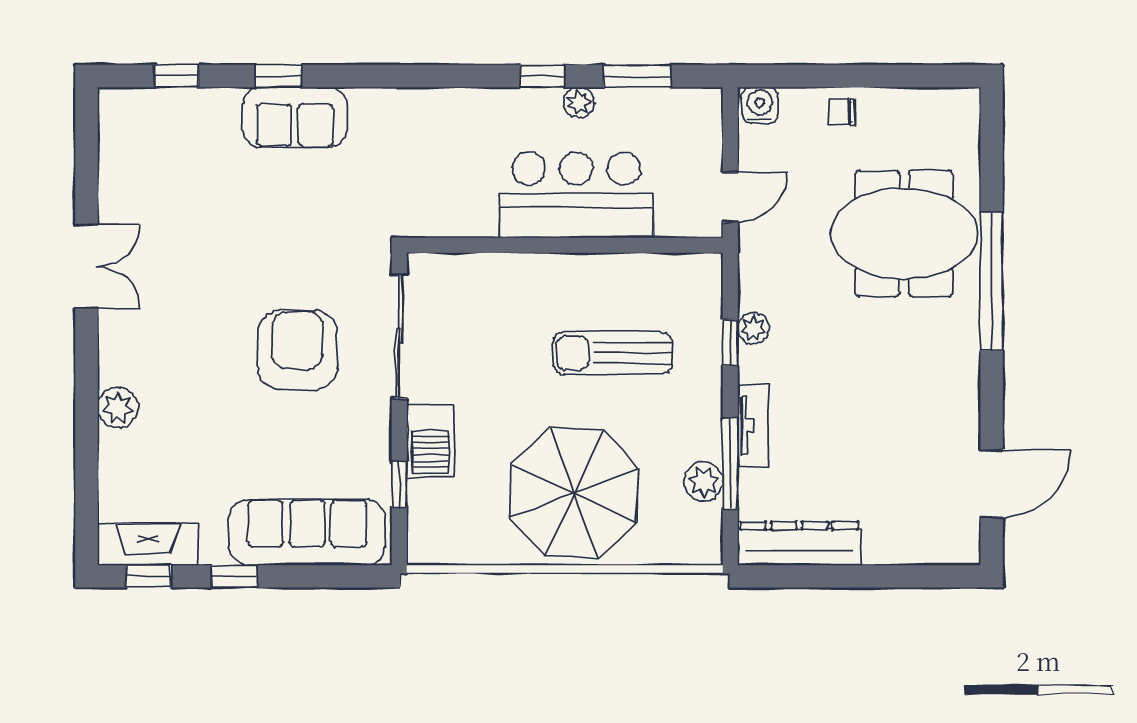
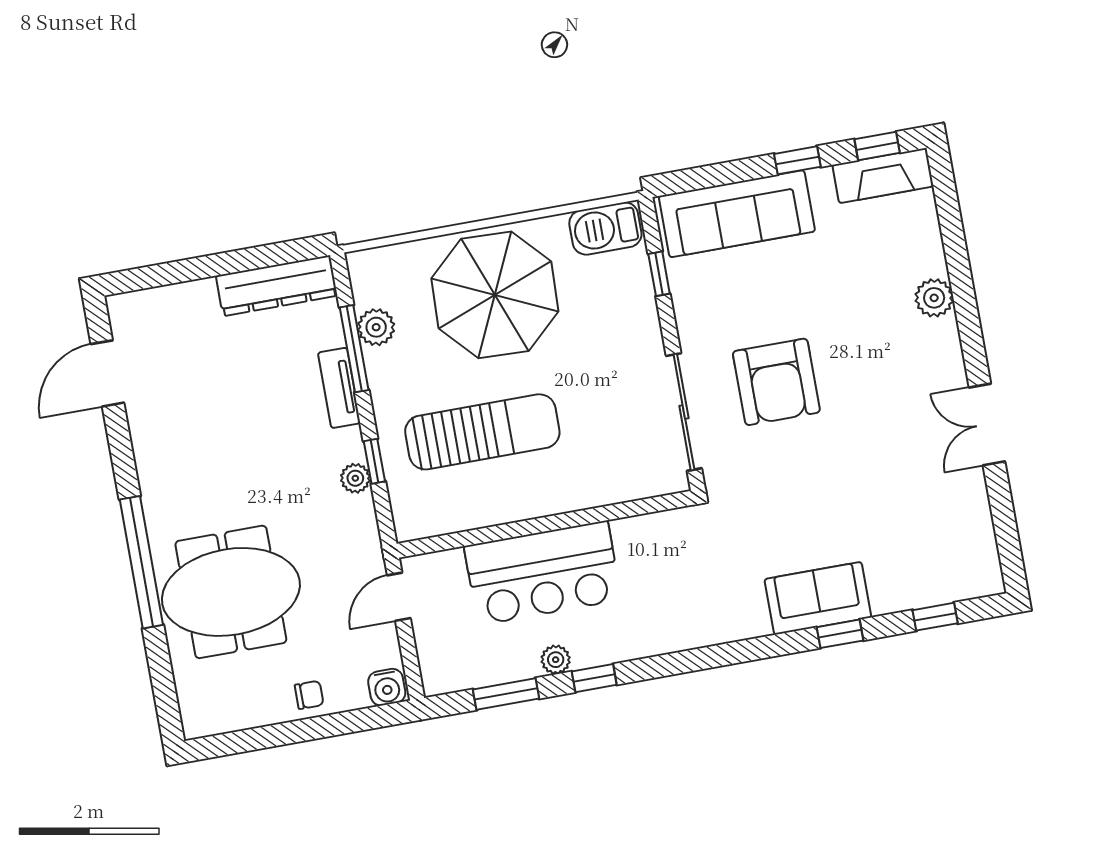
sun lounger: (613, 353) -> (482, 432), width x1.36, depth x1.34
barbecue: (431, 441) -> (605, 229), moved, turned -90

